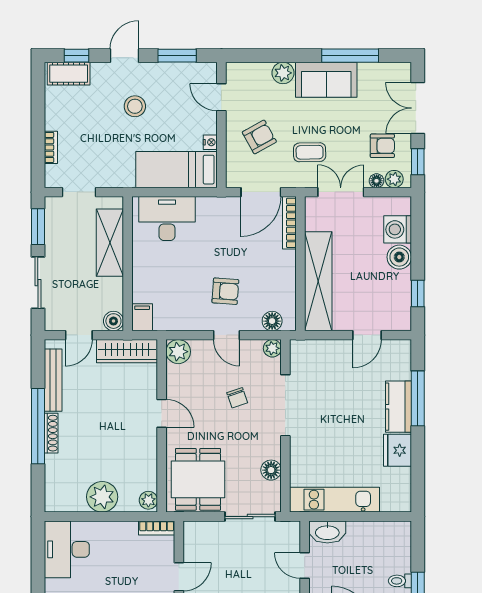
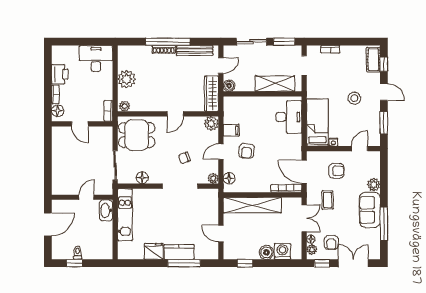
armchair: (259, 137) -> (336, 171), turned -61
filing cabinet: (142, 317) -> (231, 130), moved
door: (79, 335) -> (221, 66), swing flipped

